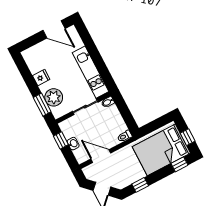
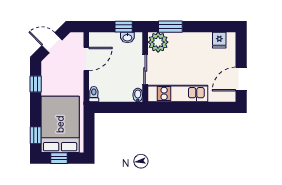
fridge: (41, 78) -> (219, 40), moved
plant: (54, 97) -> (158, 42), moved
washbasin: (73, 144) -> (127, 37), moved

